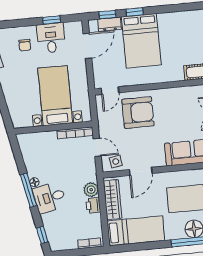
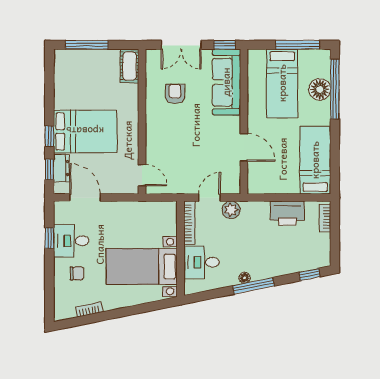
bed with nightstands: (55, 96) -> (142, 267), moved
armchair: (138, 113) -> (175, 94), moved, width x0.53, depth x0.53
side table: (116, 162) -> (229, 177), removed
plant: (91, 190) -> (231, 210), moved
desk: (50, 198) -> (201, 262), moved, turned 101
wardrobe: (112, 200) -> (275, 185), removed
printer: (93, 205) -> (287, 213), width x1.87, depth x1.48

